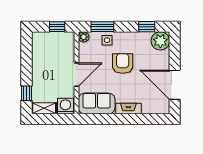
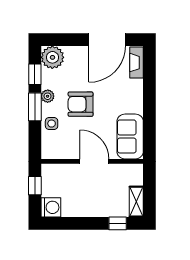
window: (102, 27) -> (35, 107), moved
plant: (84, 37) -> (48, 96), moved
washing machine: (65, 106) -> (51, 207), moved, turned 180
fireplace: (128, 109) -> (136, 63), moved

